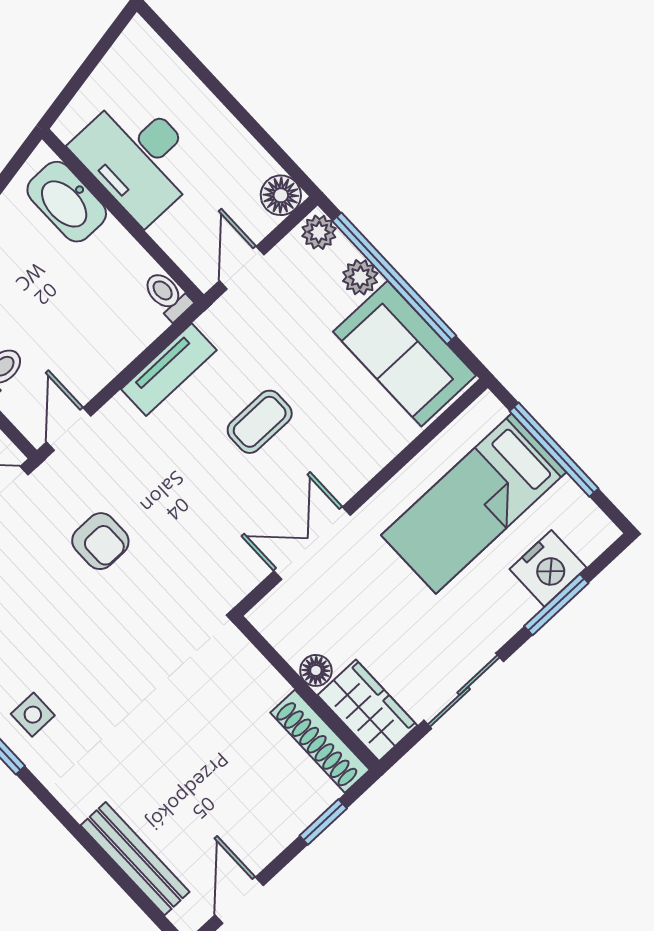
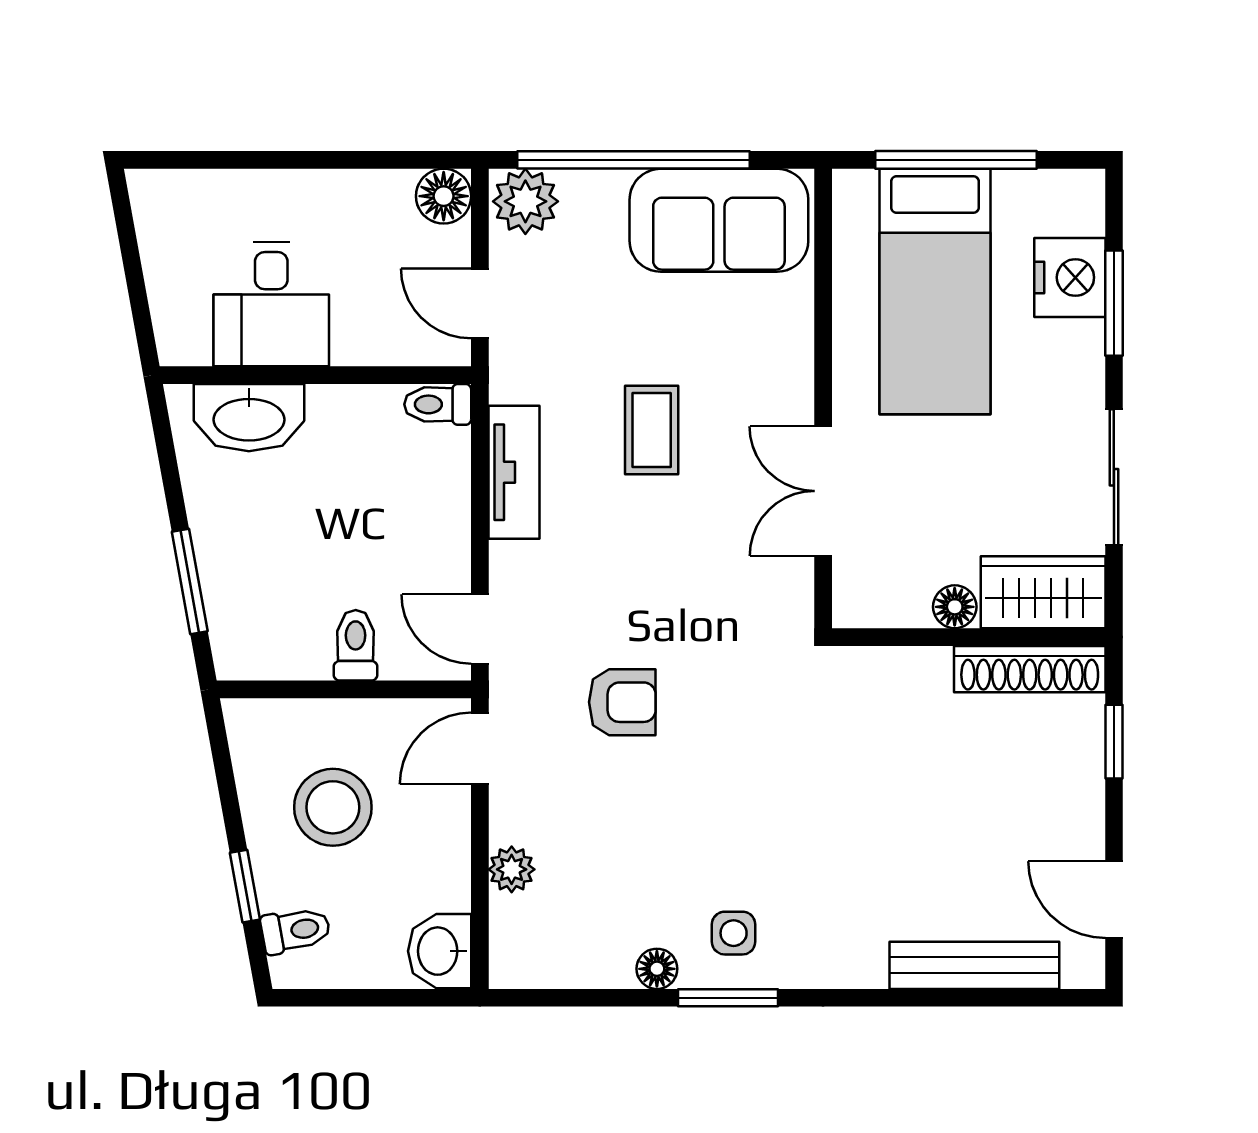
desk: (138, 157) -> (271, 304), width x0.73
plant: (319, 232) -> (525, 201), width x1.38, depth x1.38
plant: (360, 277) -> (601, 193), removed

